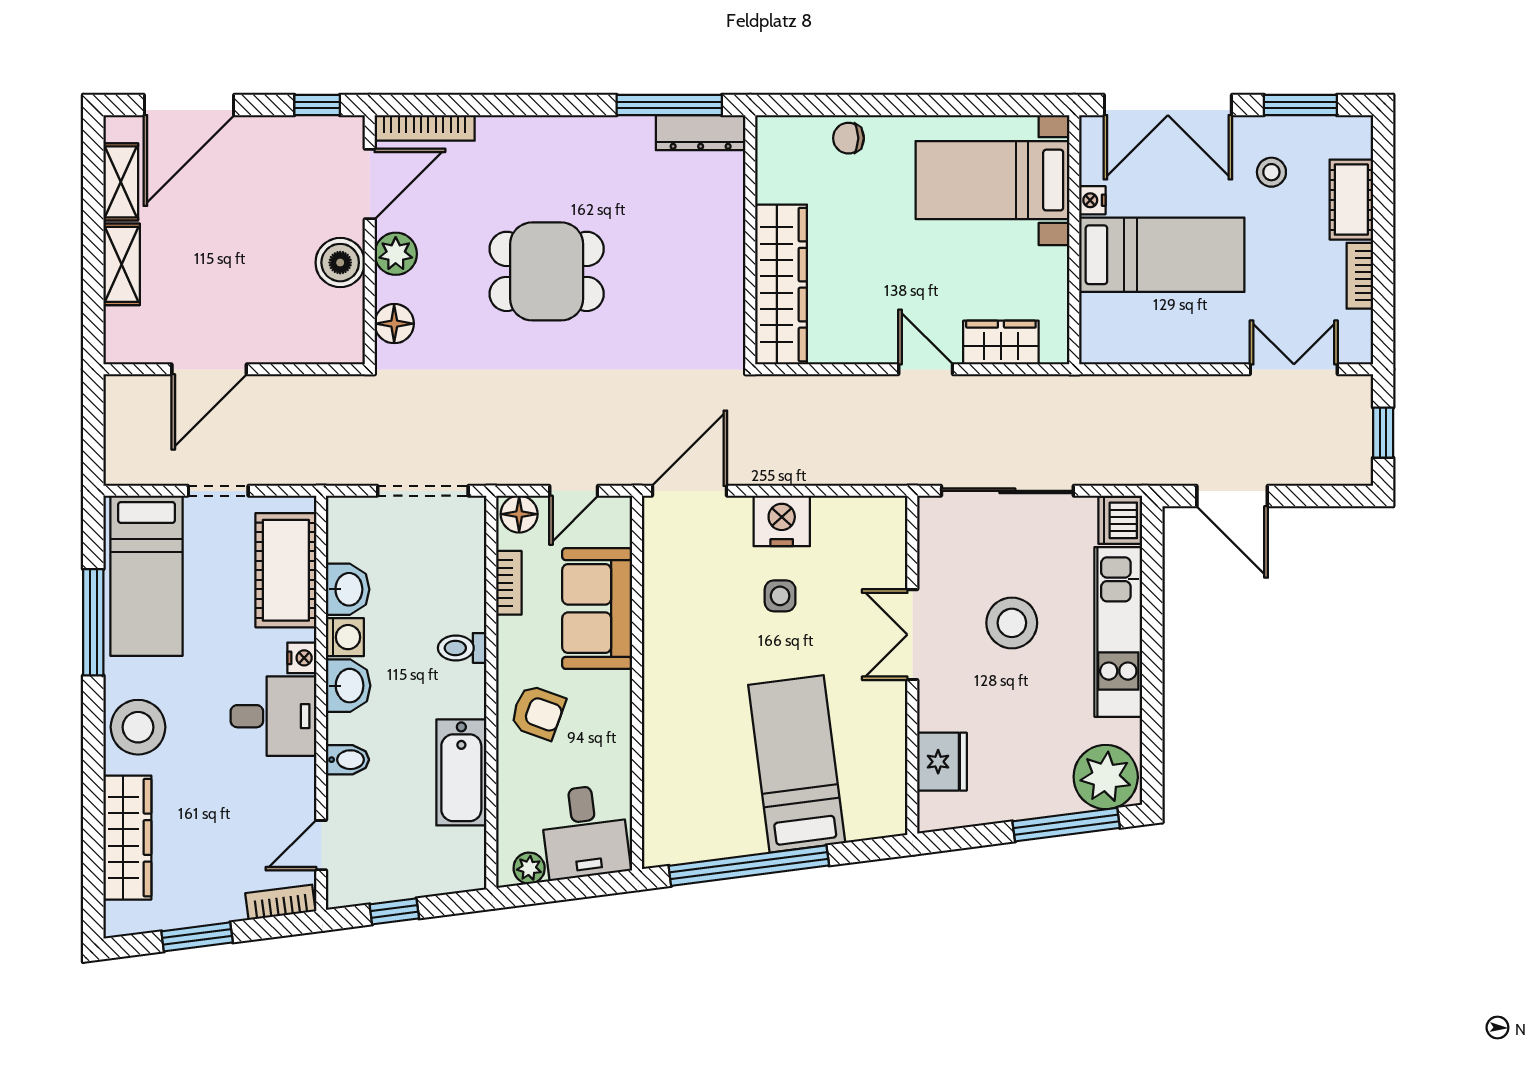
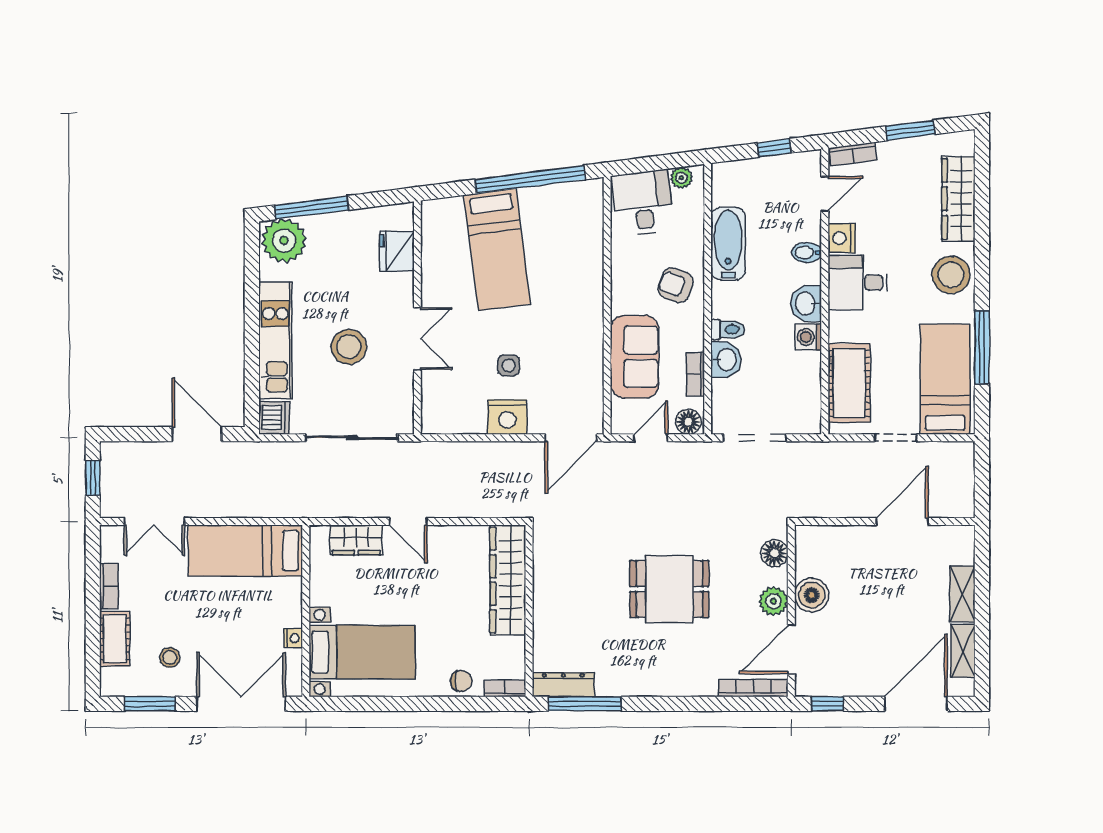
bookcase: (785, 127) -> (505, 688), added
bed: (1162, 255) -> (245, 551), moved
washbasin: (348, 589) -> (726, 360), moved, turned 180
nightstand: (302, 658) -> (842, 238), moved, width x1.39, depth x1.35

